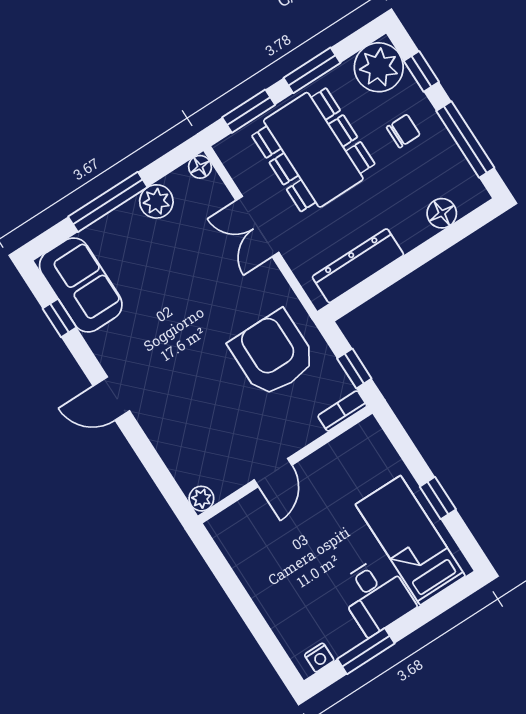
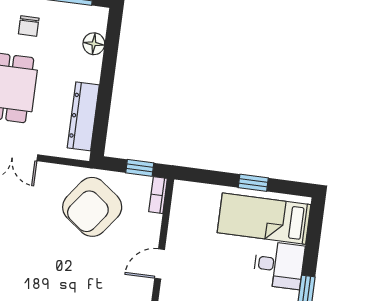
chair: (403, 131) -> (29, 26), turned 180
armchair: (273, 354) -> (92, 207), turned -53
door: (273, 472) -> (160, 264), swing flipped

